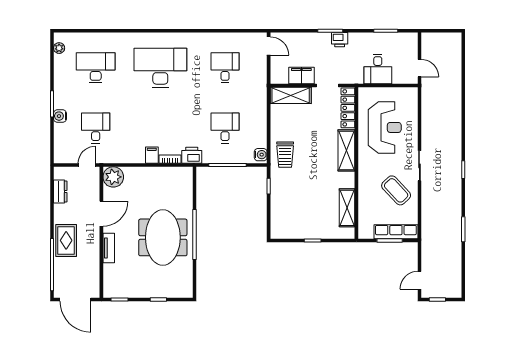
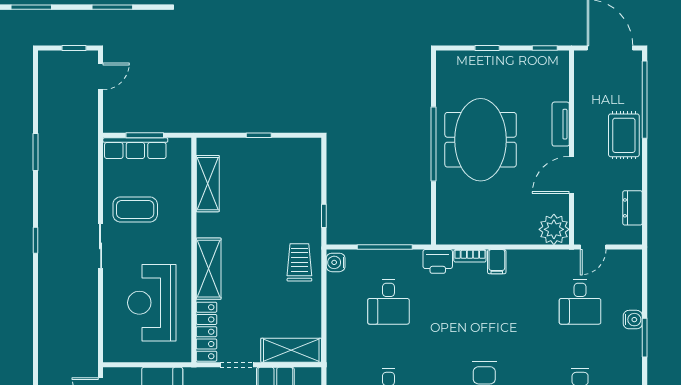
coffee table: (396, 190) -> (135, 209), turned -47

